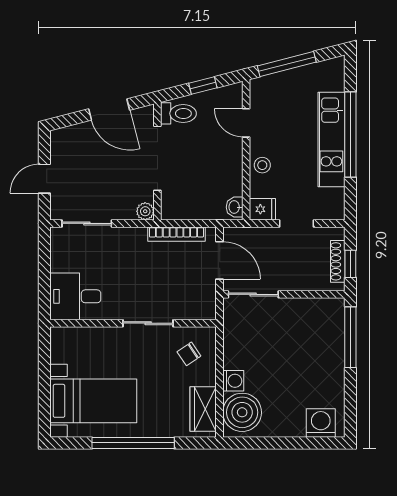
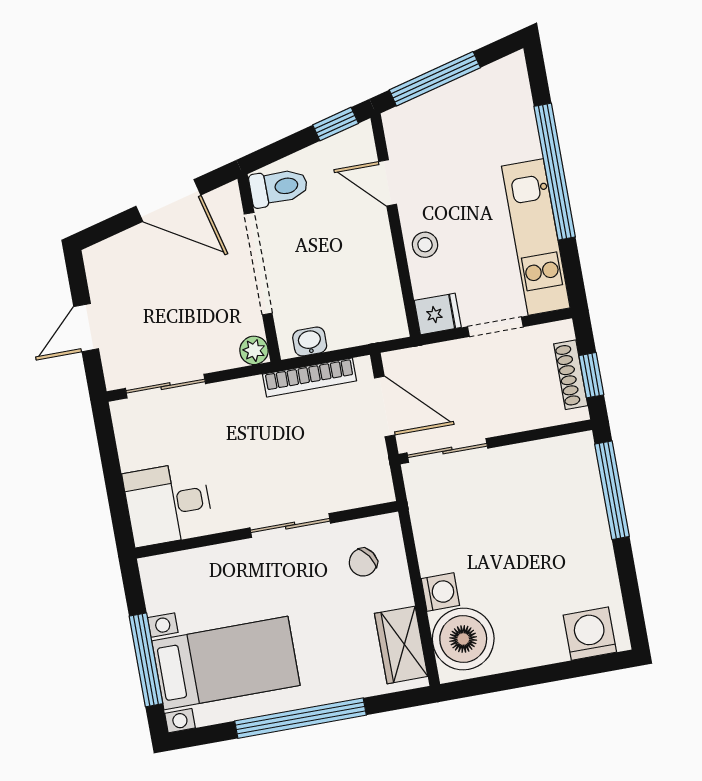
window: (203, 85) -> (336, 124), moved
kitchen unit: (331, 140) -> (536, 237), moved
washbasin: (235, 207) -> (310, 341), moved, turned 90
window: (44, 390) -> (146, 660), added

